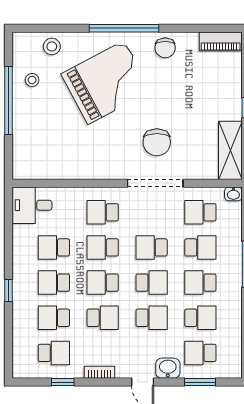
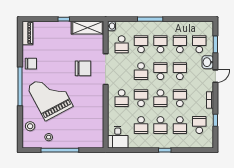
school desk: (103, 247) -> (141, 98), turned 180
school desk: (200, 283) -> (160, 44), turned 180
school desk: (200, 353) -> (199, 44), turned 180

